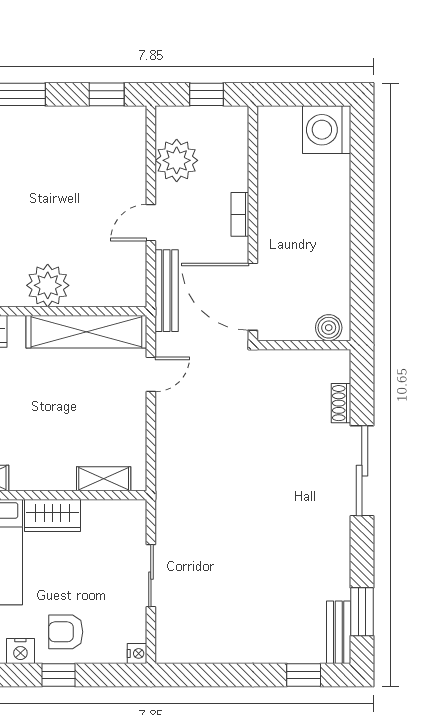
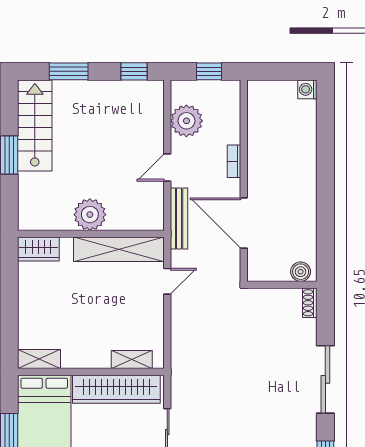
washing machine: (327, 130) -> (307, 89), width x0.53, depth x0.53
boiler: (329, 328) -> (301, 272), moved
wall: (304, 345) -> (282, 285), moved
sliding door: (362, 471) -> (325, 379), moved
wardrobe: (52, 516) -> (116, 389), width x2.10, depth x1.17

